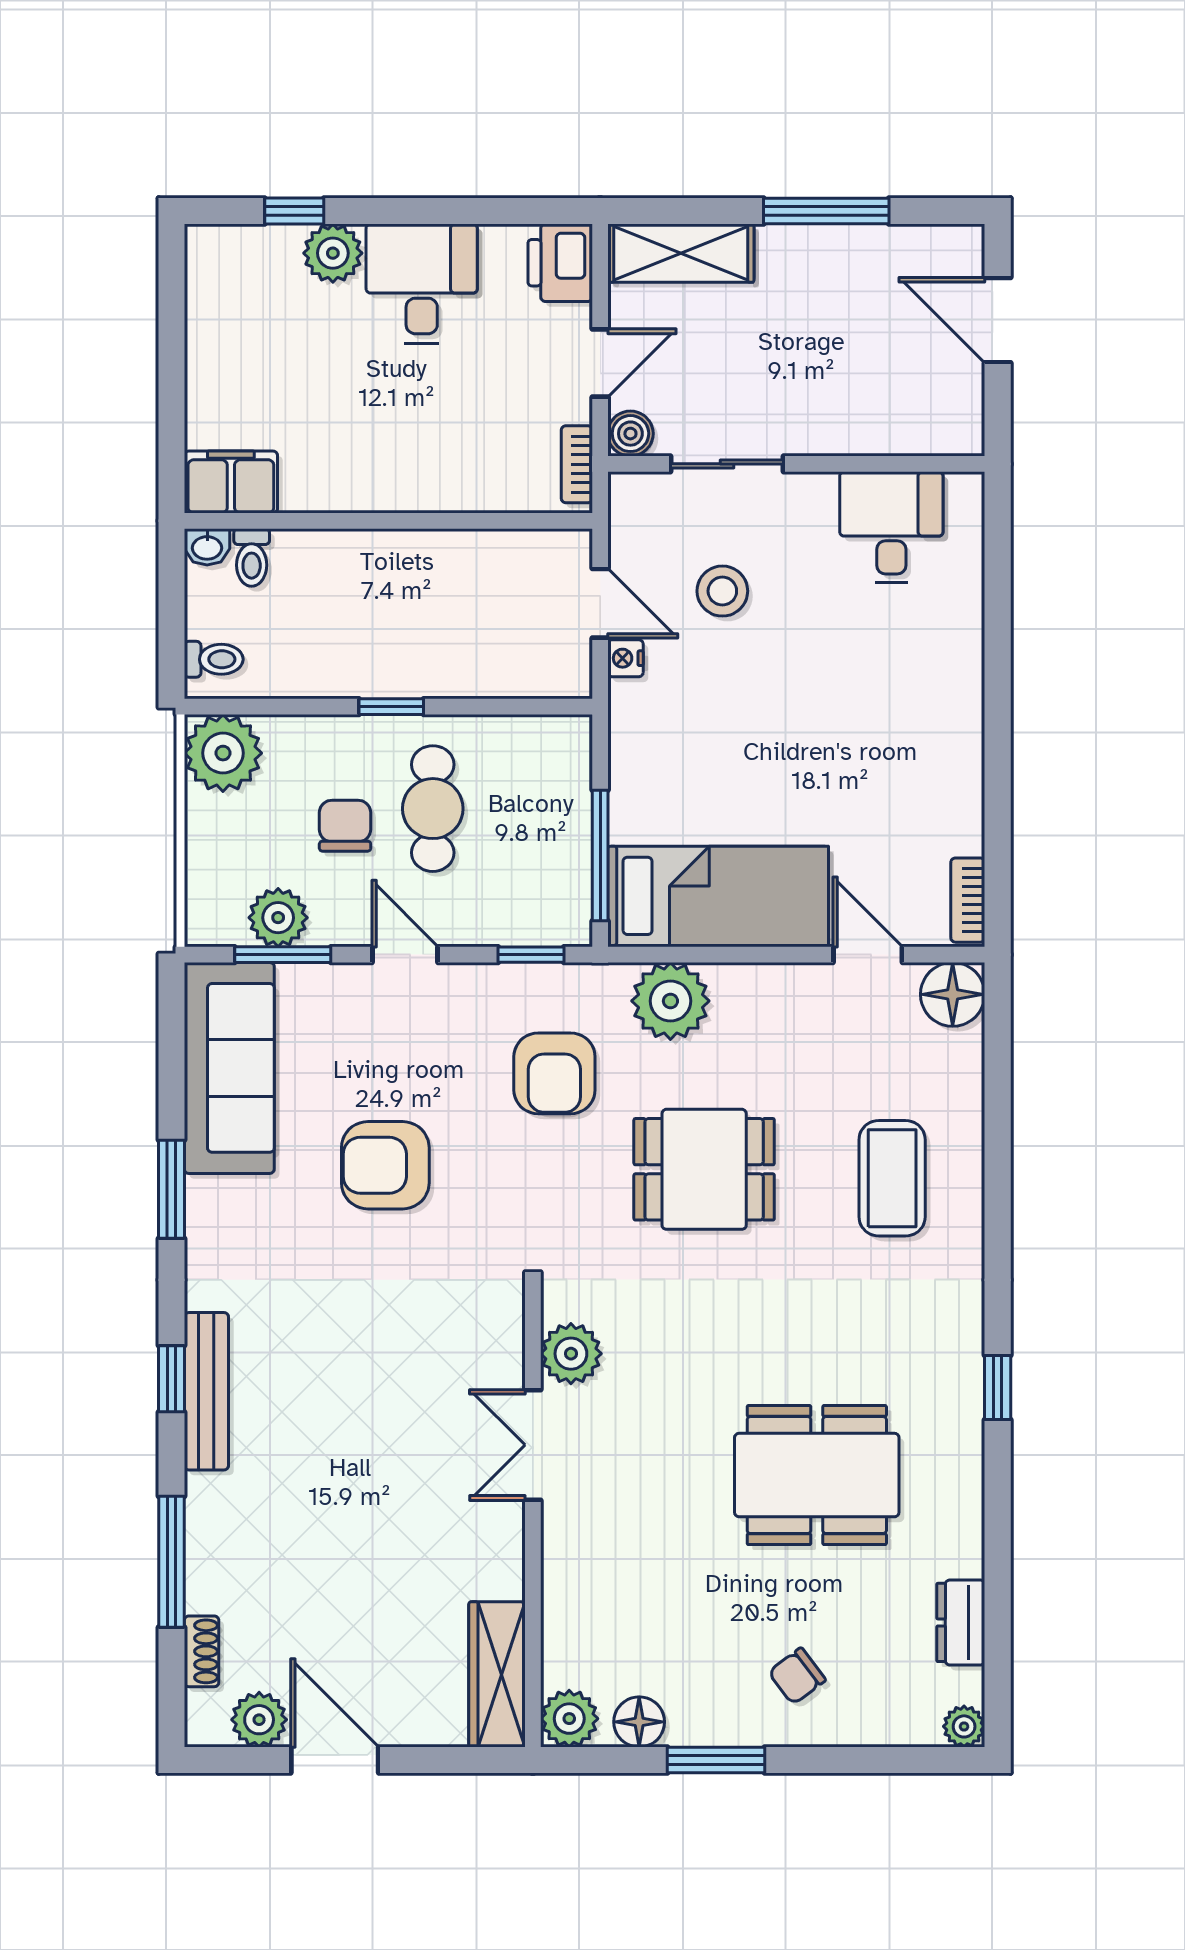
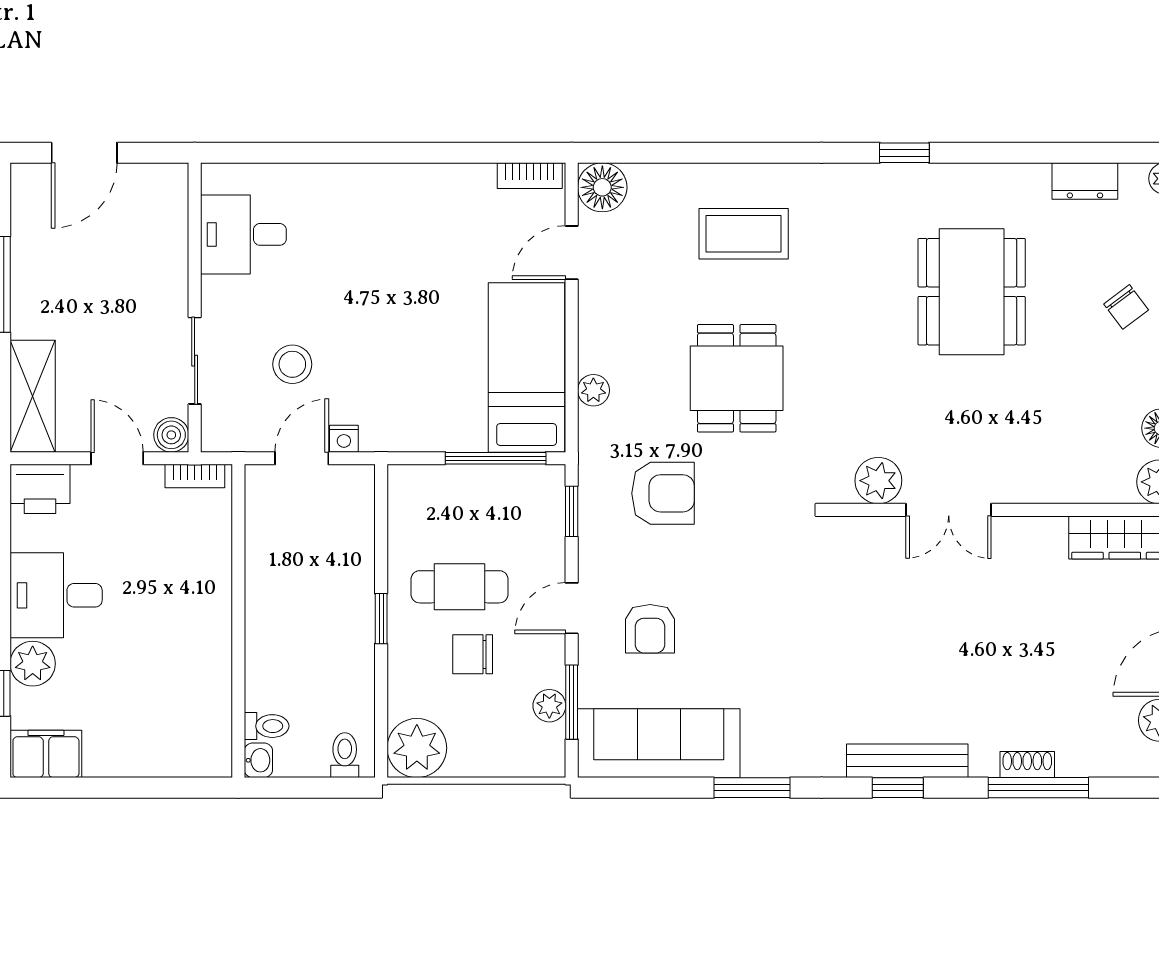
filing cabinet: (231, 482) -> (46, 754), moved, turned 90
plant: (278, 918) -> (549, 706), width x0.73, depth x0.73
plant: (670, 1001) -> (593, 390), width x0.53, depth x0.53
armchair: (385, 1165) -> (650, 629), moved, width x0.72, depth x0.72
shoe rack: (202, 1651) -> (1027, 764), moved

